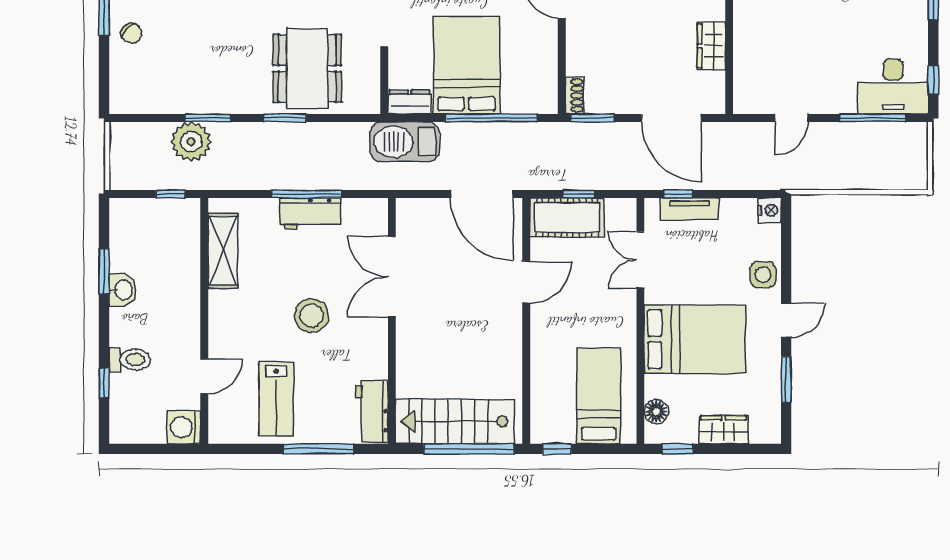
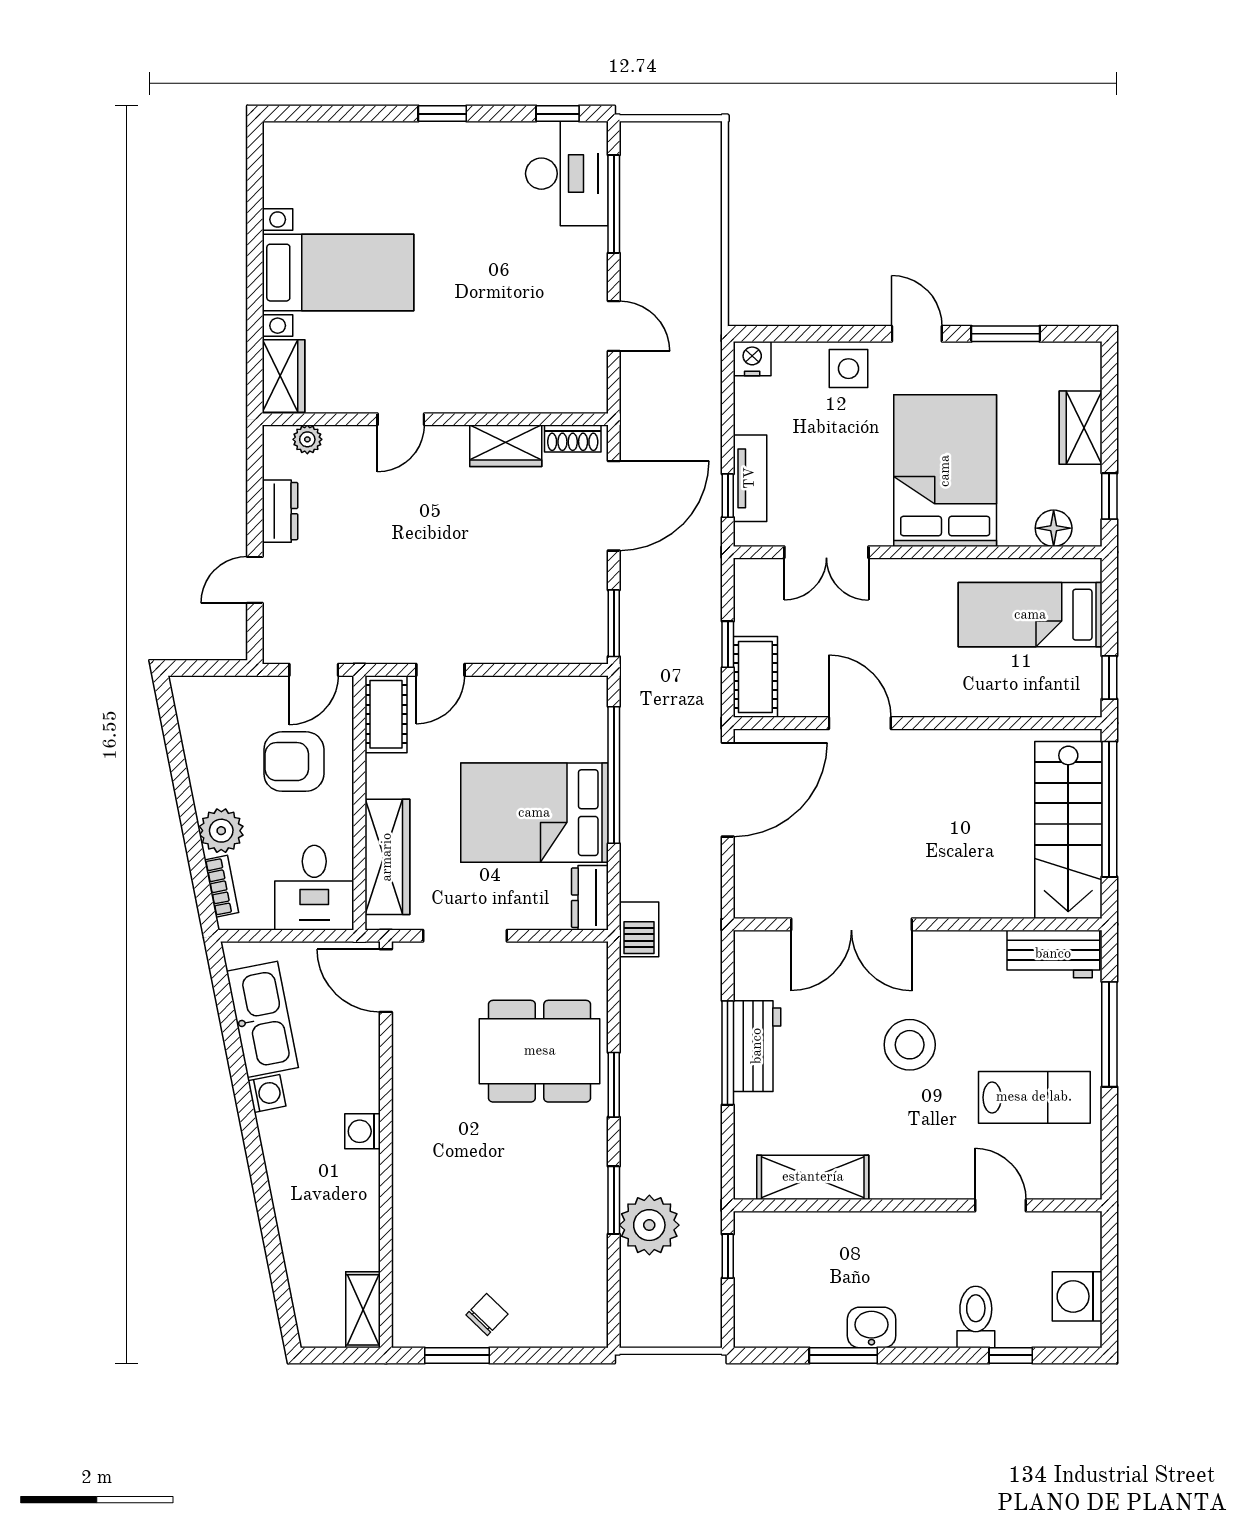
shoe rack: (575, 95) -> (573, 439), moved, turned 180
barbecue: (405, 142) -> (639, 929), width x0.53, depth x0.65
cot: (567, 218) -> (755, 677), width x0.73, depth x0.75
washing machine: (184, 427) -> (1077, 1296), moved, turned 90

